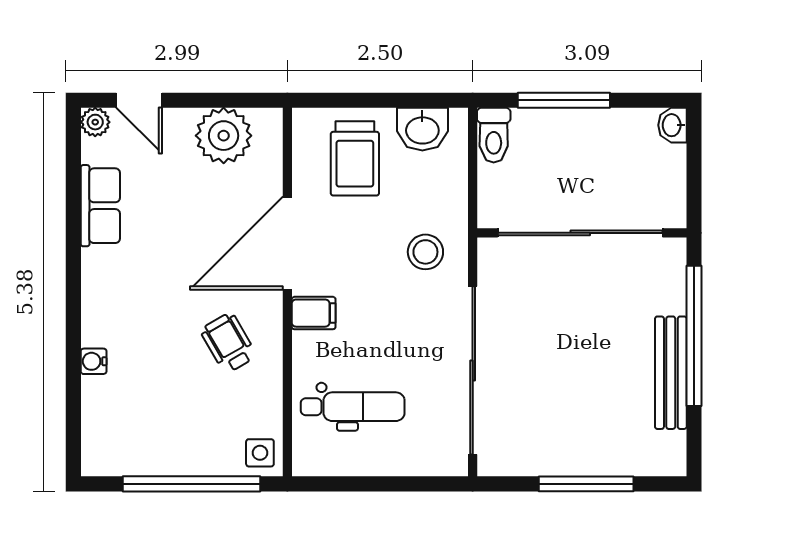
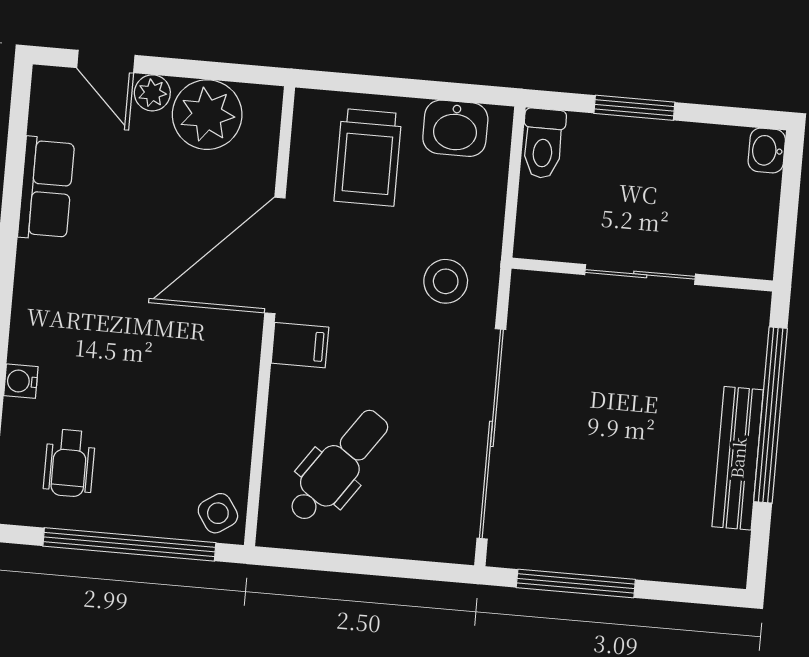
window: (564, 100) -> (634, 108), width x0.69
plant: (95, 122) -> (152, 93), moved
sliding door: (580, 233) -> (640, 274), width x0.54
wheelchair: (228, 343) -> (69, 463), moved, turned -150
dental chair: (353, 407) -> (338, 466), turned -55
side table: (260, 453) -> (218, 513), turned -34
window: (586, 484) -> (576, 583), moved

